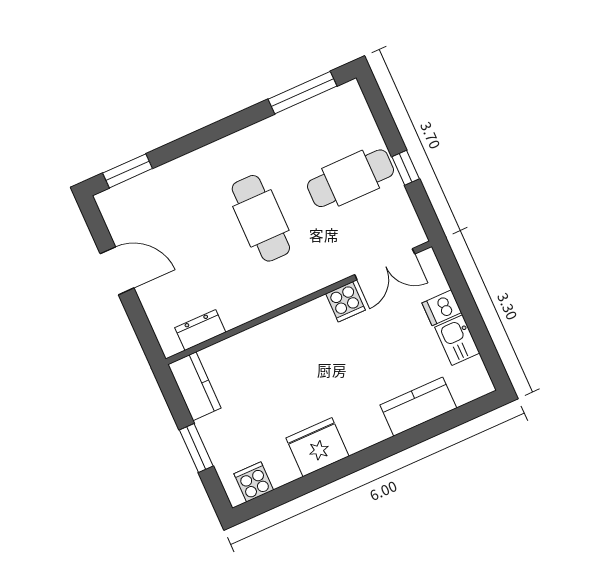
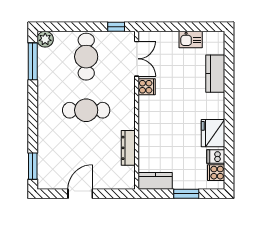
plant: (349, 97) -> (45, 39), added
window: (406, 168) -> (116, 27), moved
dishwasher: (442, 308) -> (216, 157), moved, turned 90
dresser: (200, 330) -> (128, 148), moved, width x1.44

